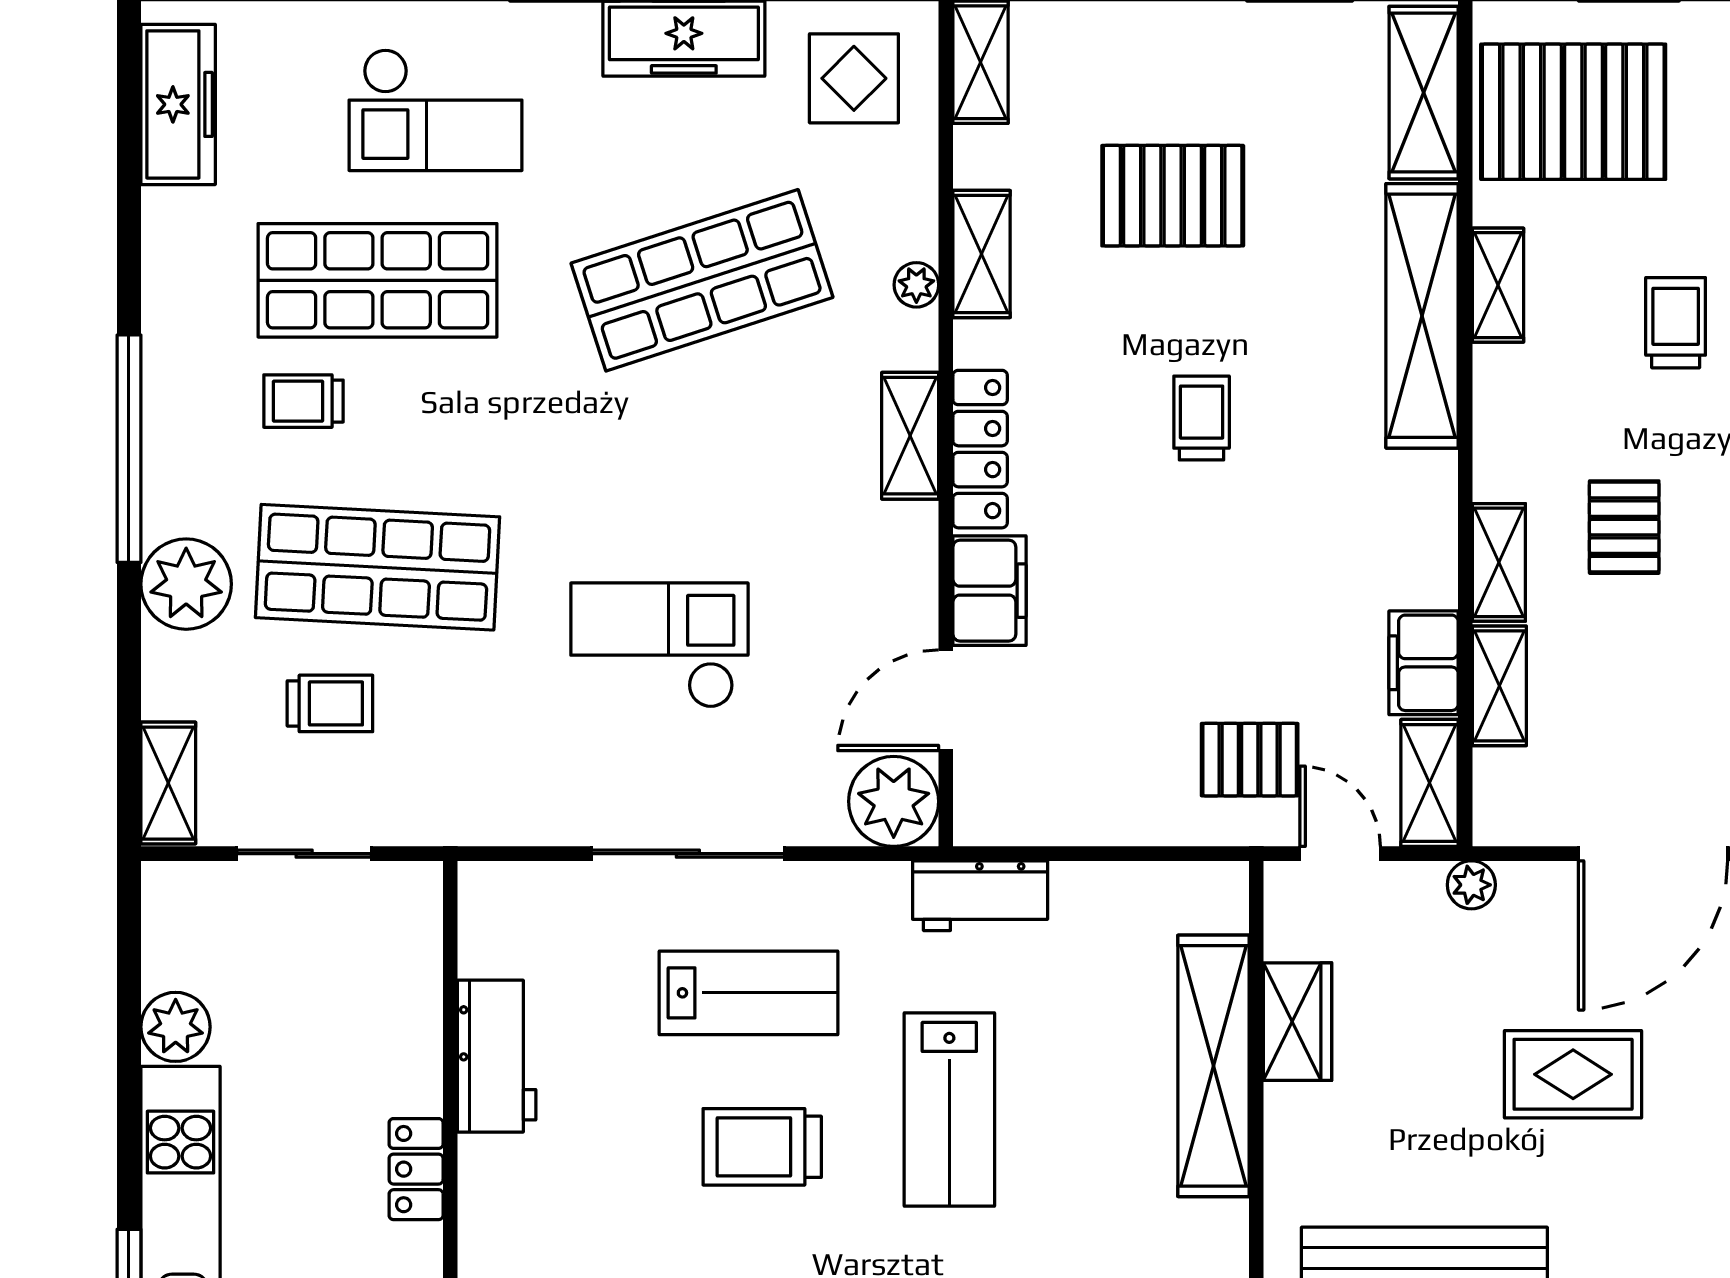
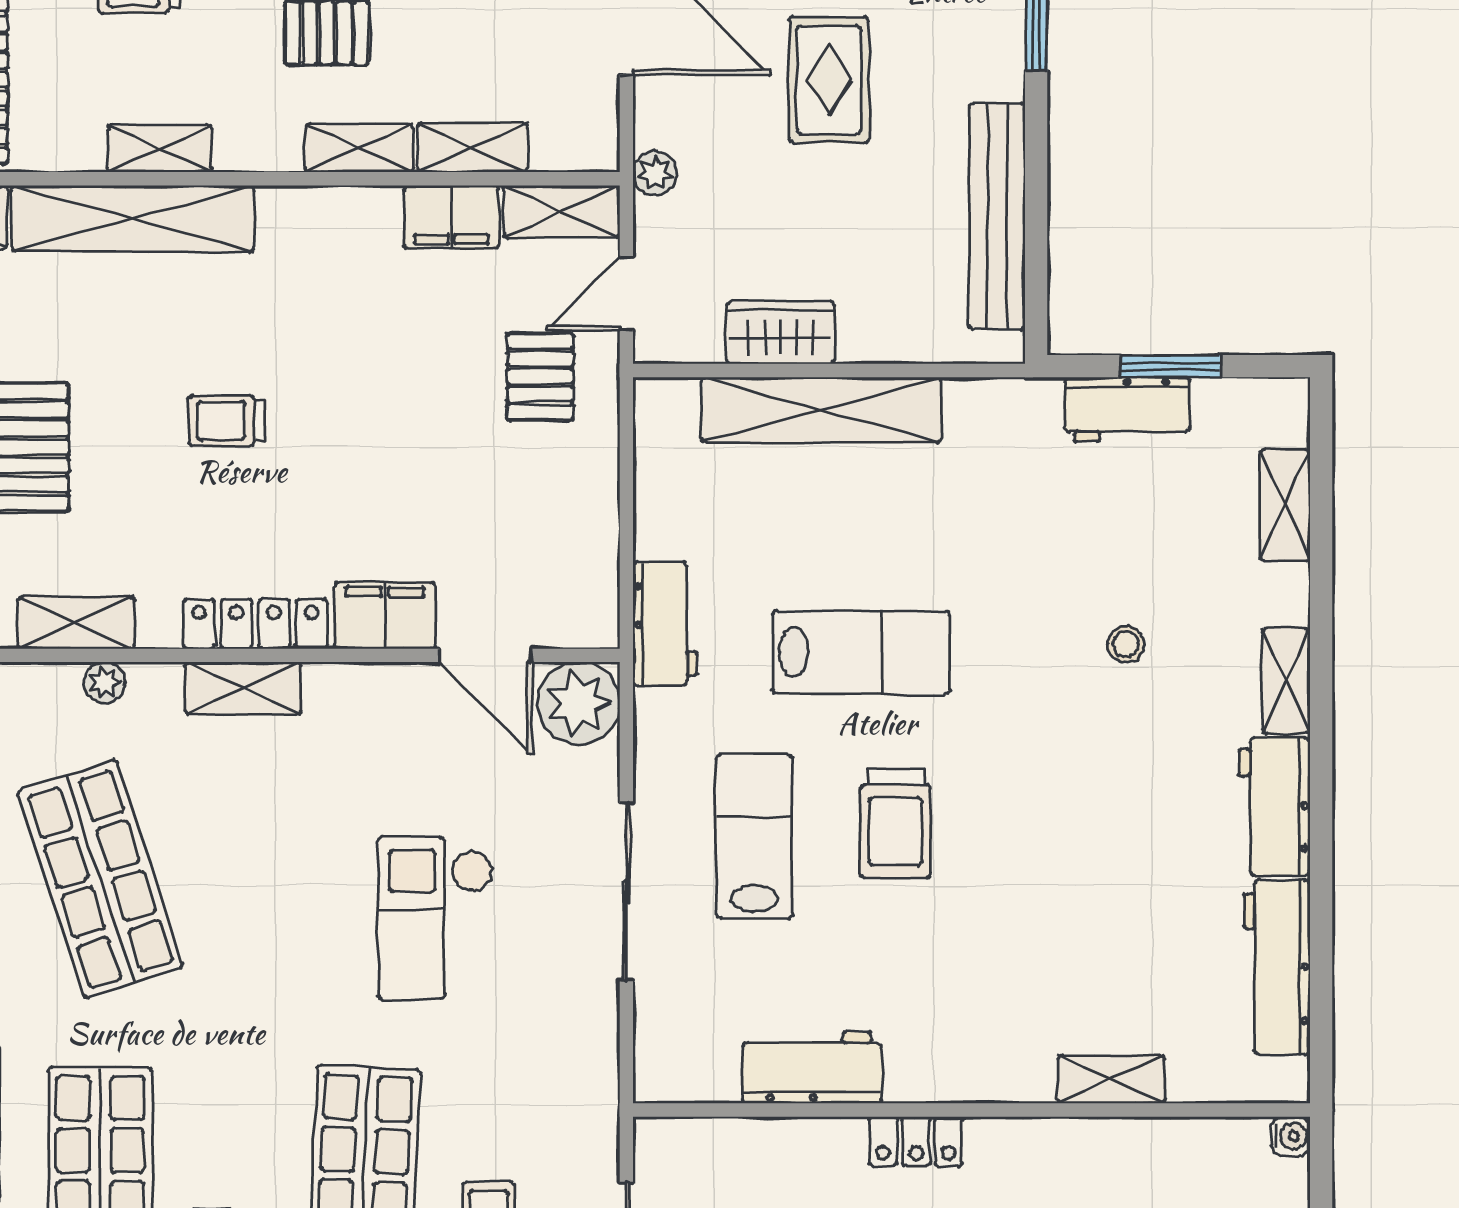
shelving: (1498, 285) -> (160, 149), moved

